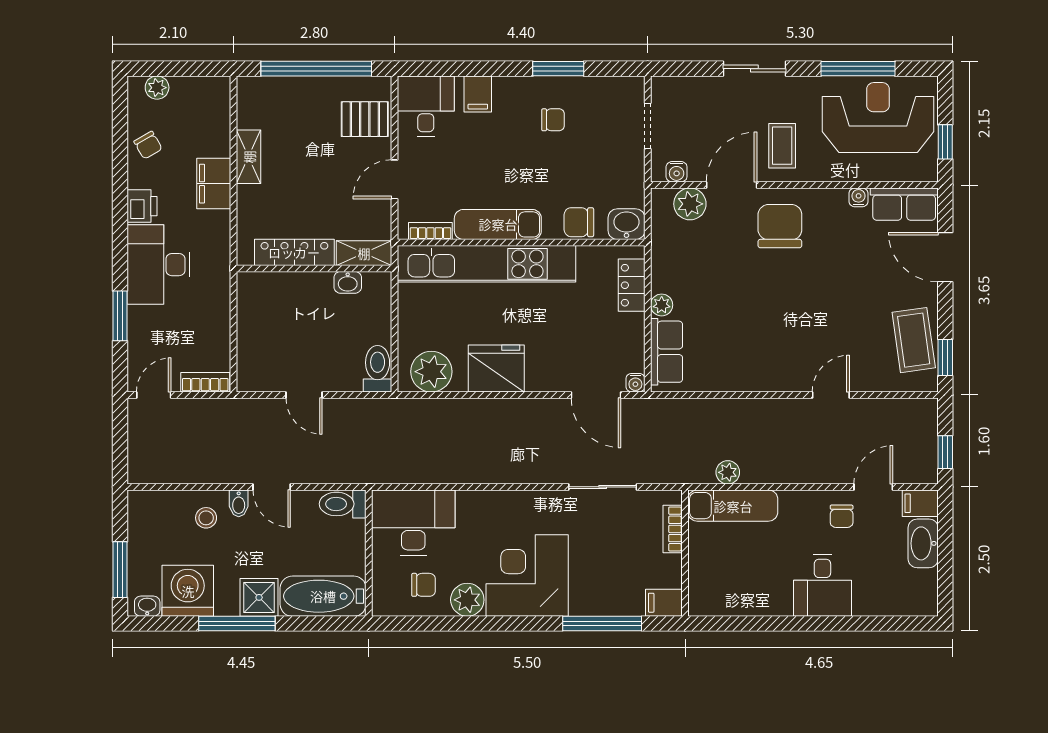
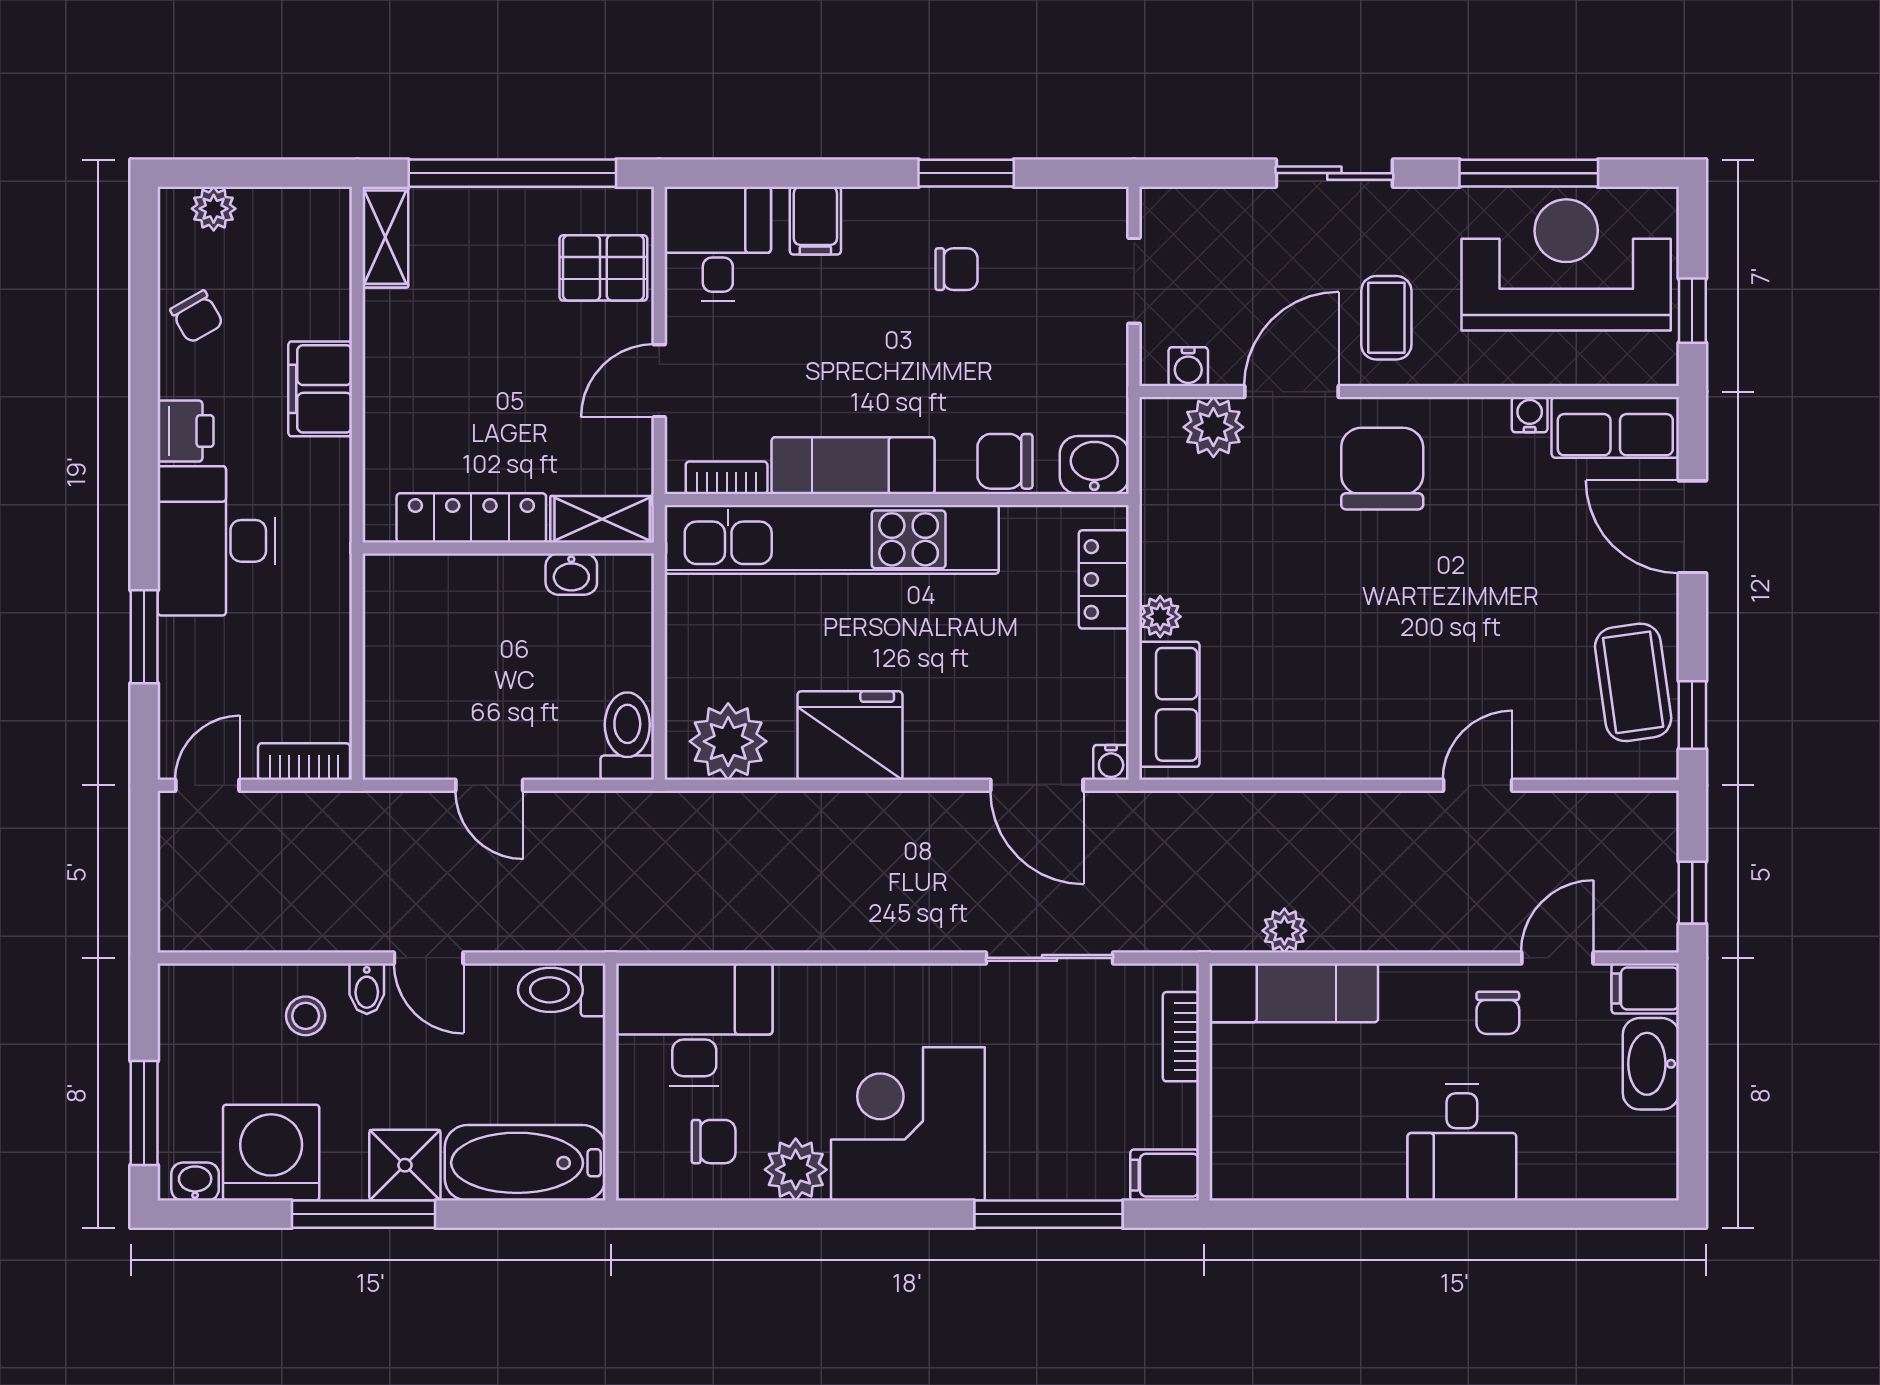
shelving: (249, 157) -> (385, 237), moved

